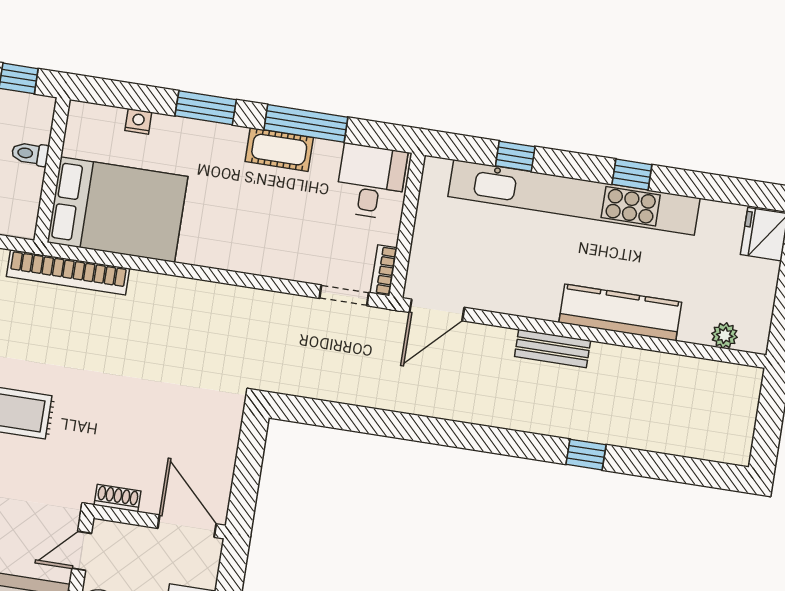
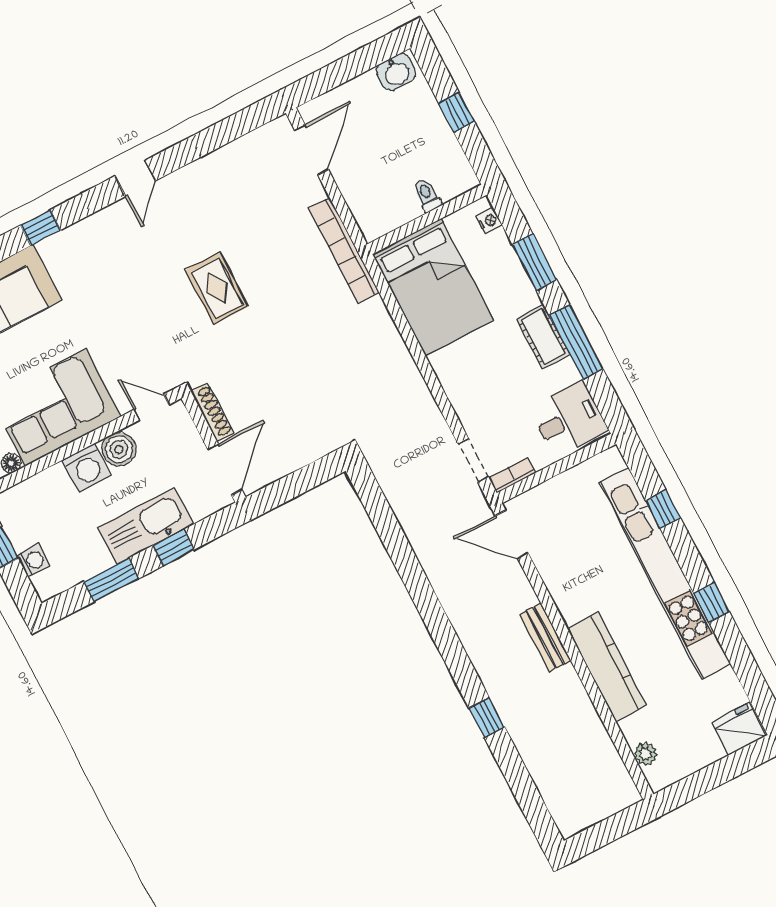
toilet: (30, 154) -> (427, 195), moved
wall: (52, 170) -> (427, 220), moved
bed: (117, 209) -> (433, 287), moved
shoe rack: (118, 498) -> (212, 412), width x1.43

